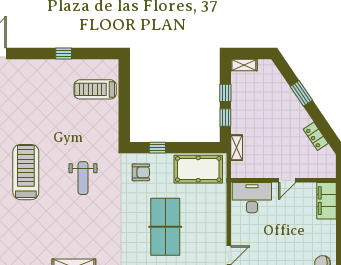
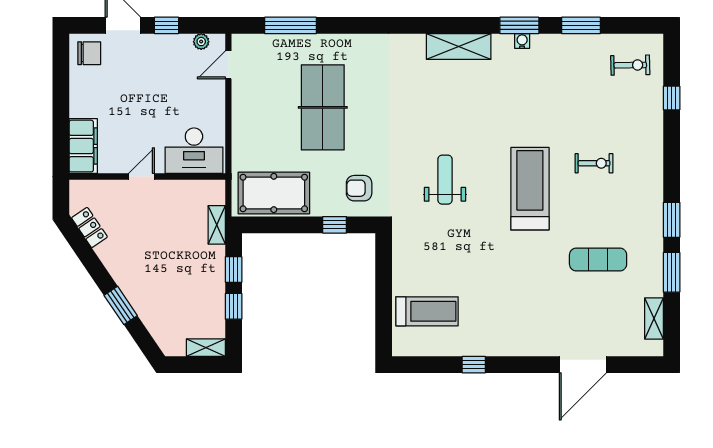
locker: (316, 136) -> (89, 227), moved
treadmill: (26, 172) -> (530, 189), turned 180

